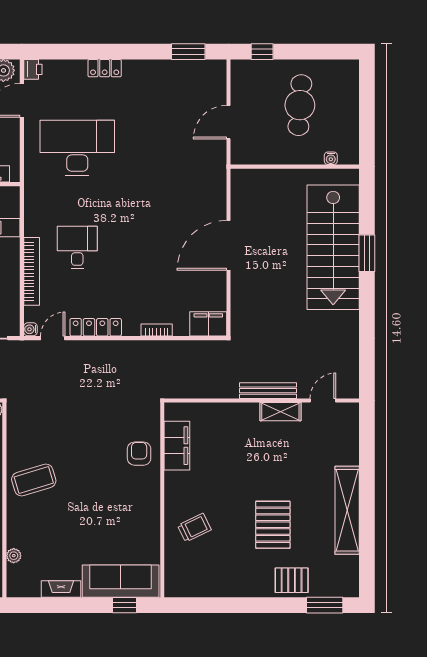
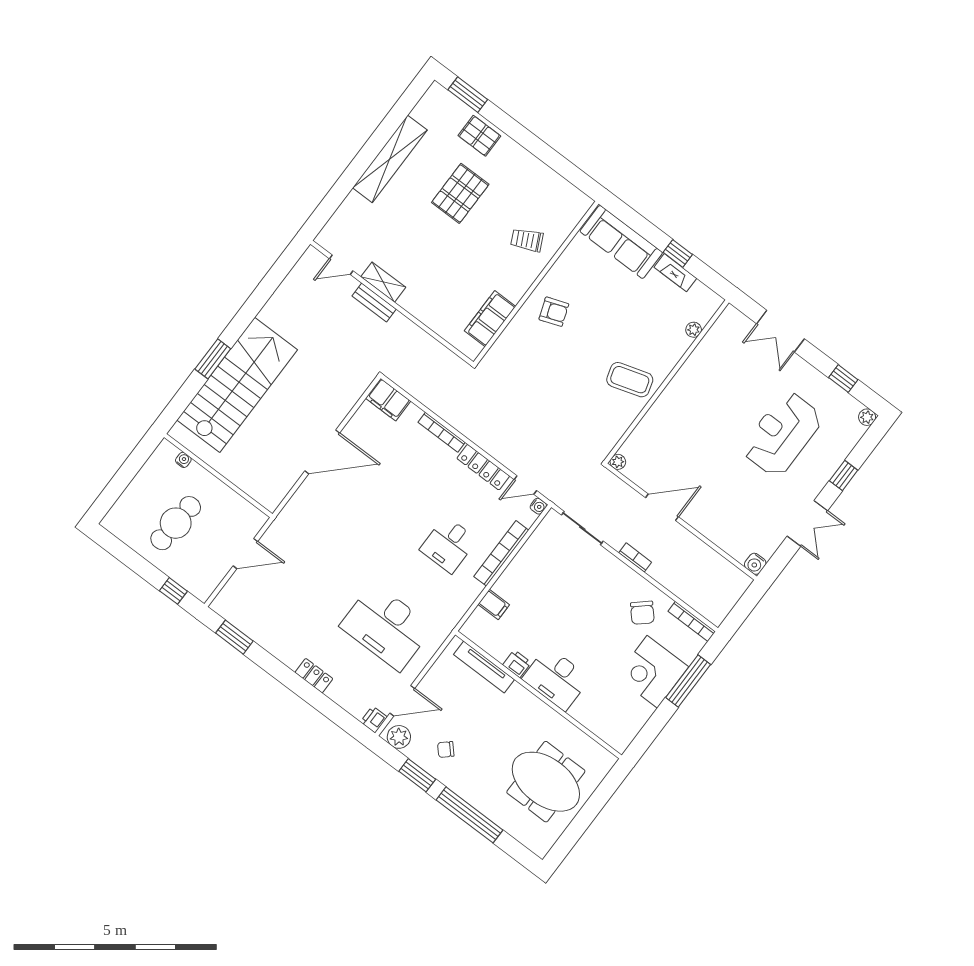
bookcase: (157, 330) -> (442, 432), width x1.56
bench: (268, 391) -> (374, 302), width x0.73
armchair: (139, 454) -> (554, 312), moved, turned -110
window: (124, 605) -> (678, 253), moved

